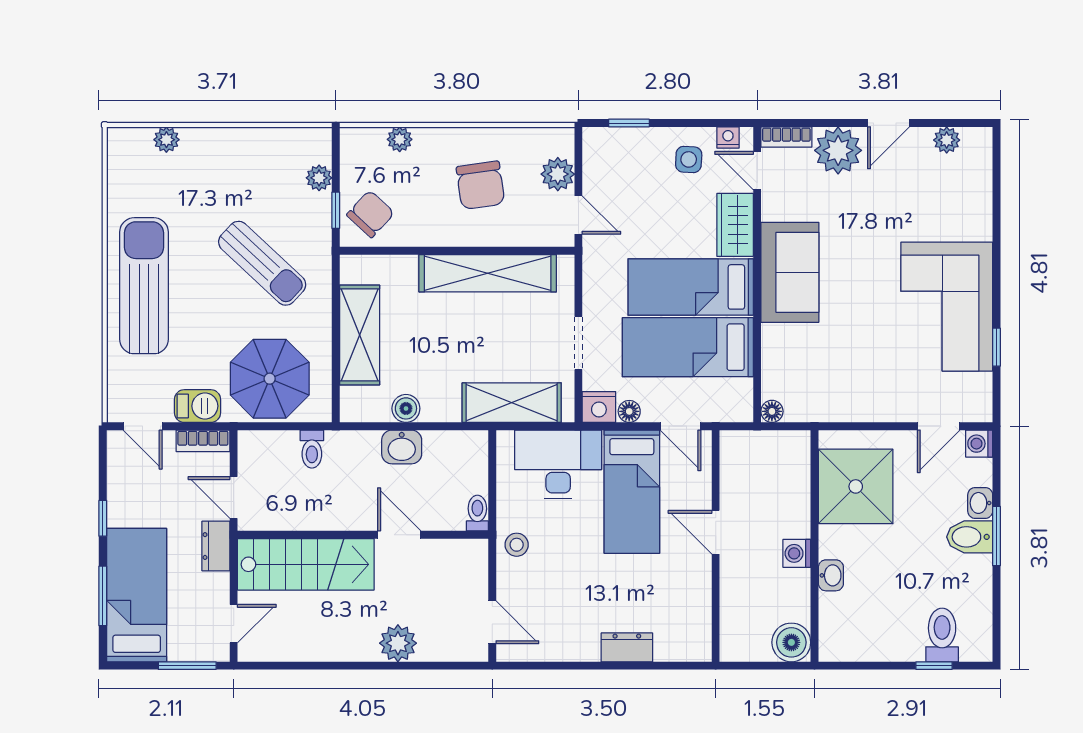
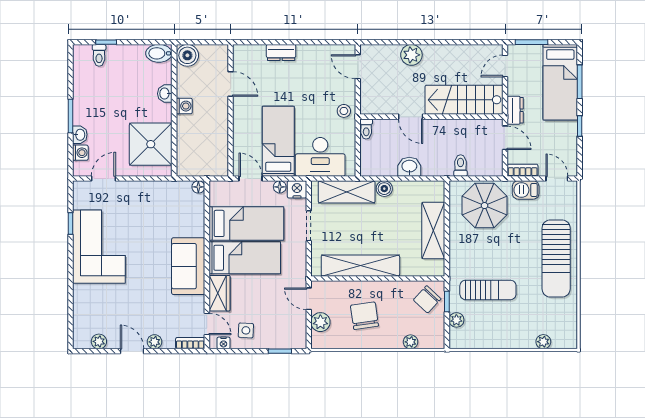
door: (888, 123) -> (132, 351), hinge flipped
plant: (838, 150) -> (154, 342), width x0.53, depth x0.53
sun lounger: (262, 263) -> (488, 290), moved, turned 137
boiler: (406, 408) -> (384, 189), moved
washing machine: (979, 444) -> (80, 153), moved
door: (716, 532) -> (231, 84), moved
bidet: (970, 537) -> (159, 53), moved, turned 180
toilet: (942, 635) -> (99, 55), width x0.73, depth x0.72

